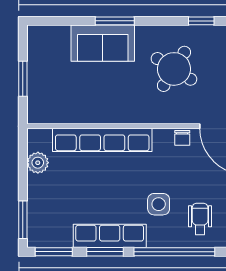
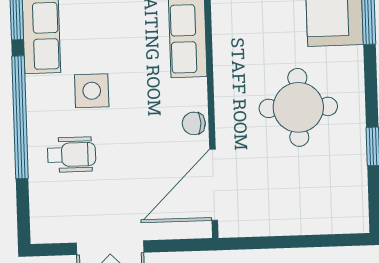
round table: (174, 69) -> (298, 107), turned -32

